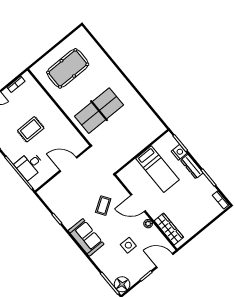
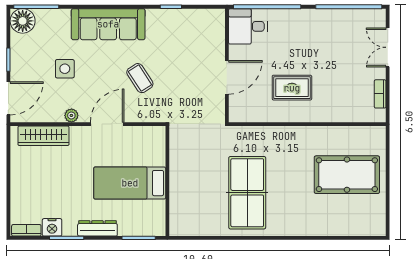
pool table: (68, 68) -> (347, 175), turned 90
table tennis table: (99, 111) -> (247, 193), moved
rug: (31, 129) -> (292, 88), moved, turned 90
nightstand: (179, 152) -> (52, 227), moved
desk: (30, 165) -> (248, 26), moved, turned -90
sofa: (86, 237) -> (108, 24), width x1.36

